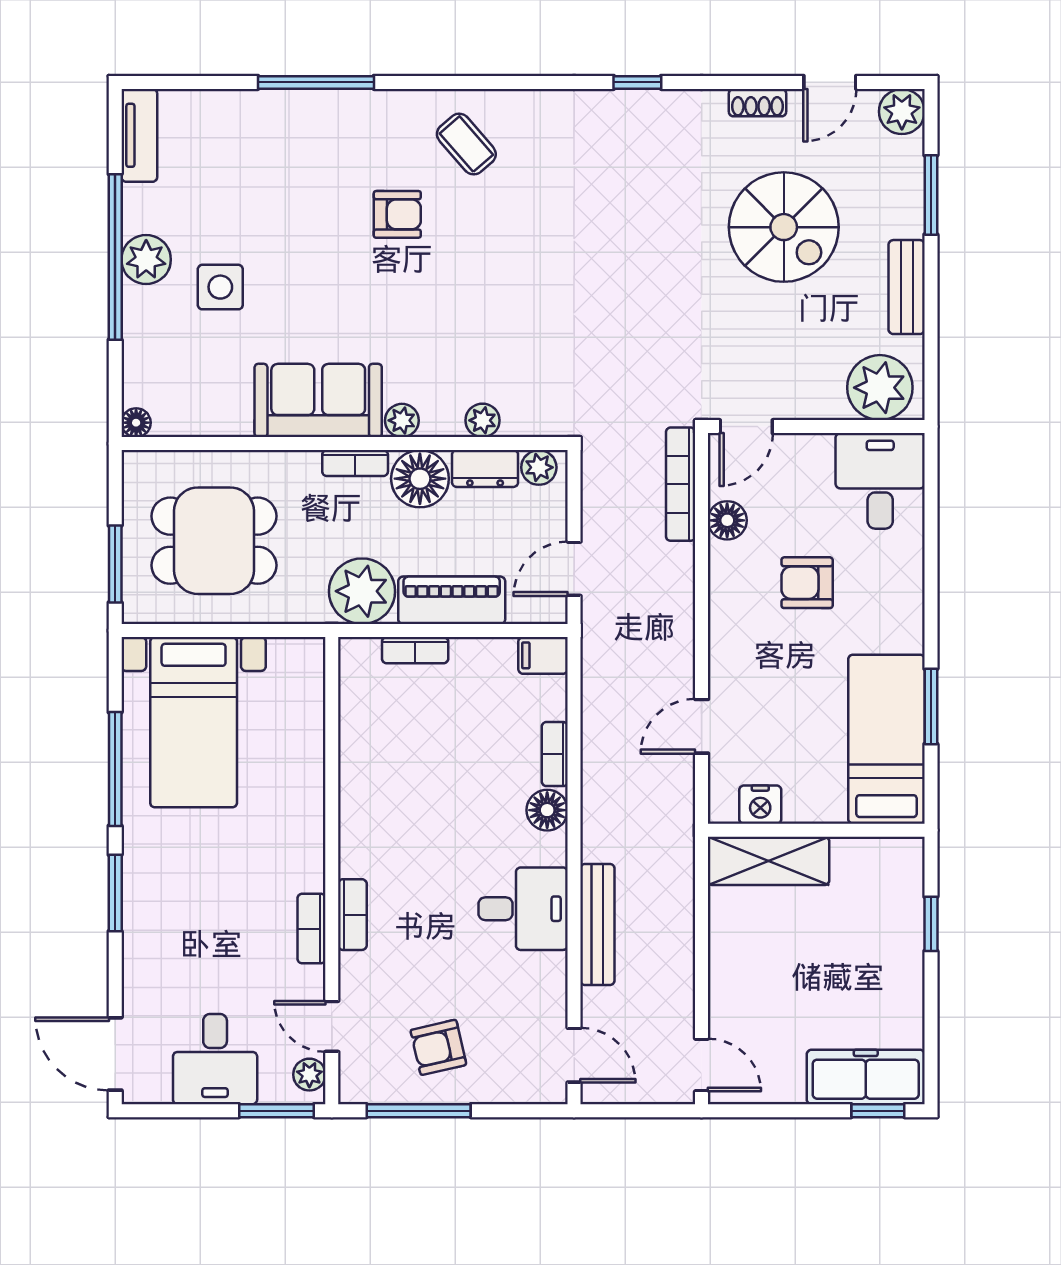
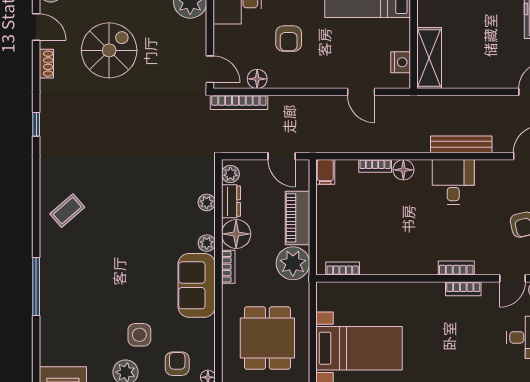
armchair: (397, 214) -> (177, 364), moved
bookcase: (415, 650) -> (343, 269), moved, turned -90

